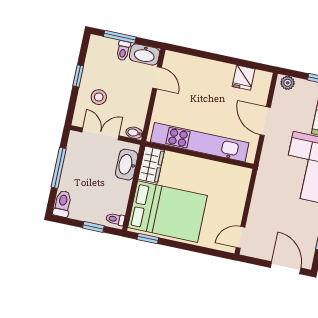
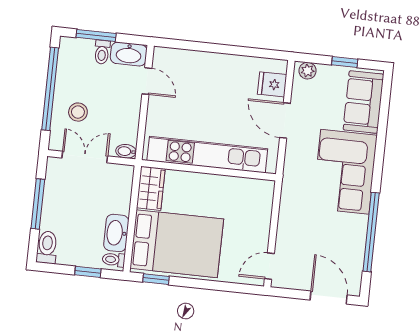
window: (78, 76) -> (50, 89), width x3.17
fridge: (244, 78) -> (272, 84), moved, turned 90
washbasin: (127, 165) -> (116, 233), moved

